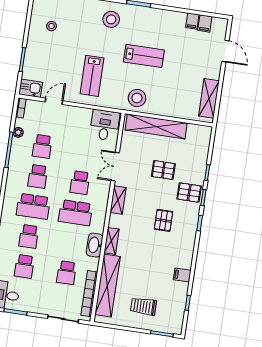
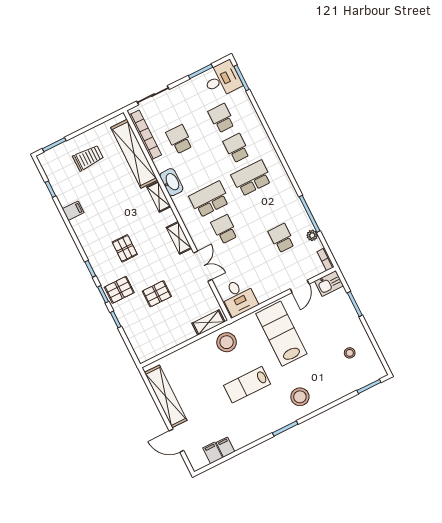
lab bench: (92, 76) -> (281, 334), width x1.36, depth x1.39
shelving: (209, 98) -> (166, 396), width x1.47
shelving: (156, 126) -> (208, 322), width x0.45, depth x0.75
school desk: (38, 176) -> (267, 208), removed

